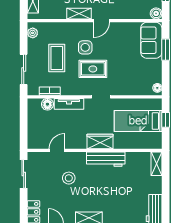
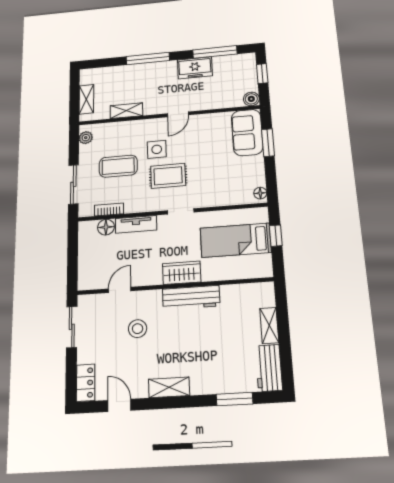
shelving: (79, 14) -> (126, 111), moved
coffee table: (57, 58) -> (118, 166), turned 90
shelving: (156, 164) -> (269, 325), moved

